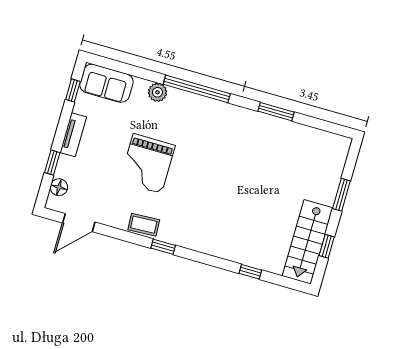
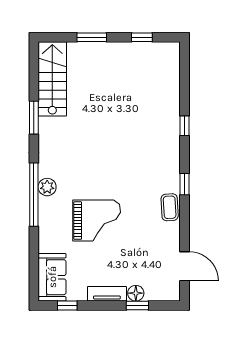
plant: (157, 92) -> (47, 187), moved
grand piano: (147, 164) -> (97, 221), moved
floor lamp: (59, 187) -> (136, 293), moved
stairs: (307, 242) -> (52, 79), moved, turned -90
window: (250, 272) -> (184, 126), moved

